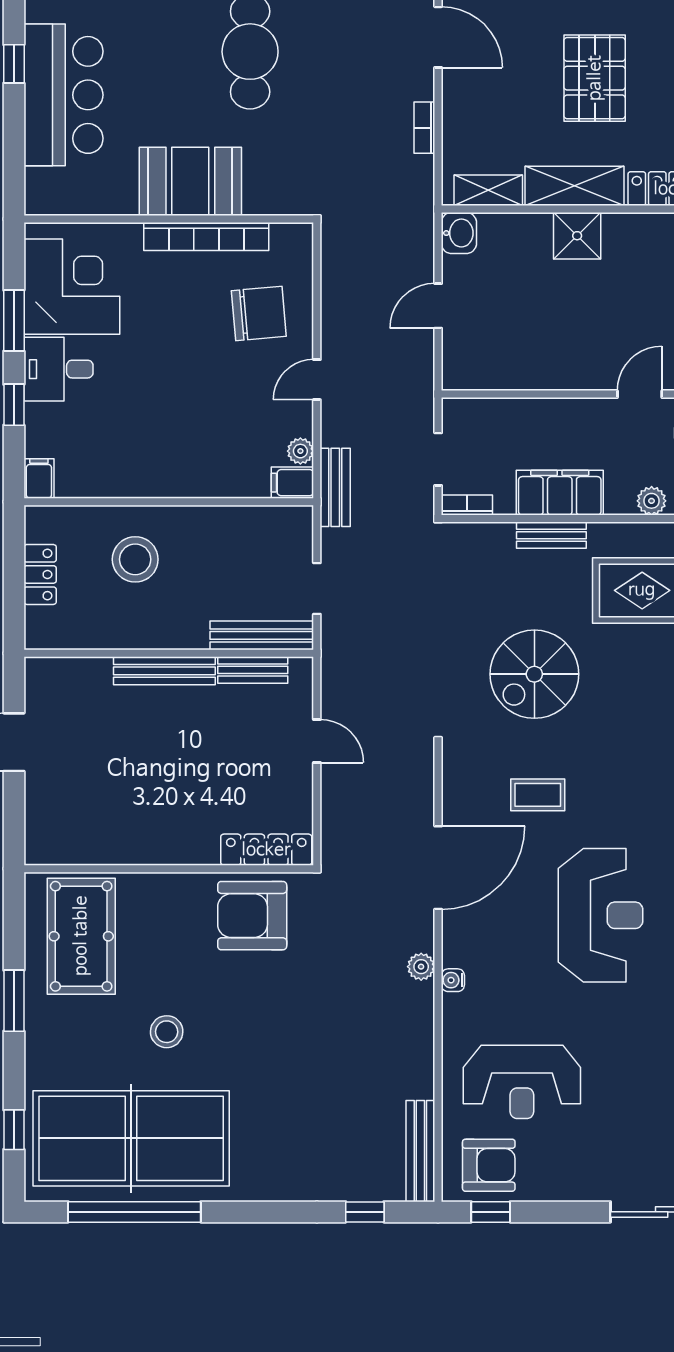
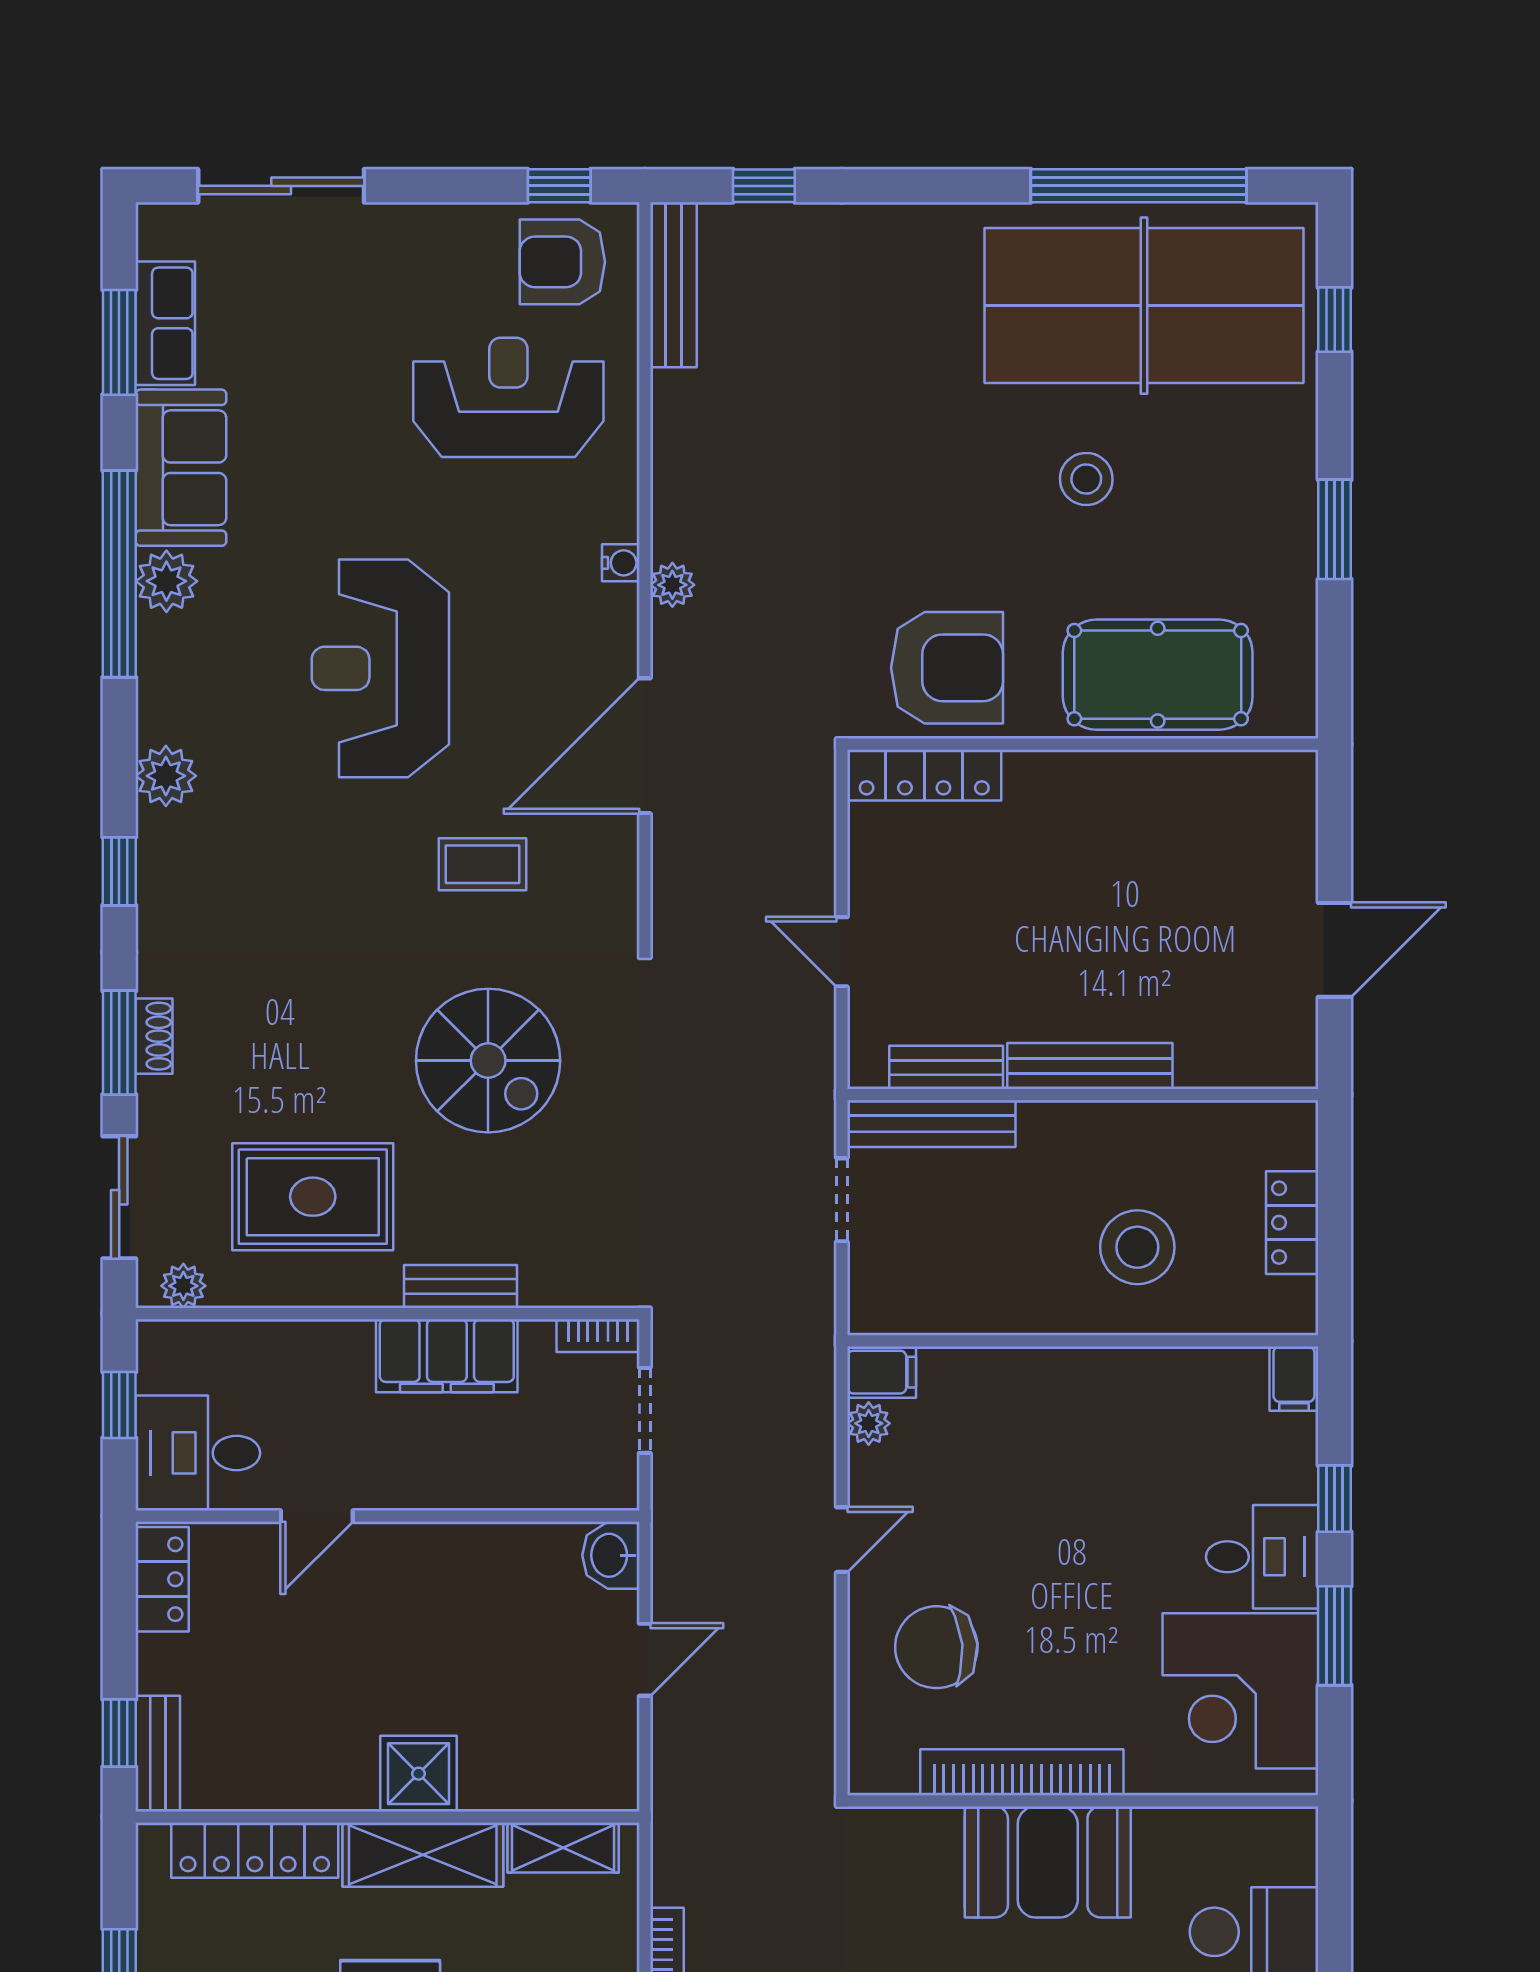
washbasin: (459, 233) -> (611, 1555), moved
bench: (335, 487) -> (812, 1364), removed
plant: (652, 501) -> (298, 1342), removed
spiral stairs: (534, 674) -> (488, 1061), turned 90
pool table: (81, 936) -> (1158, 675), moved, turned 90

